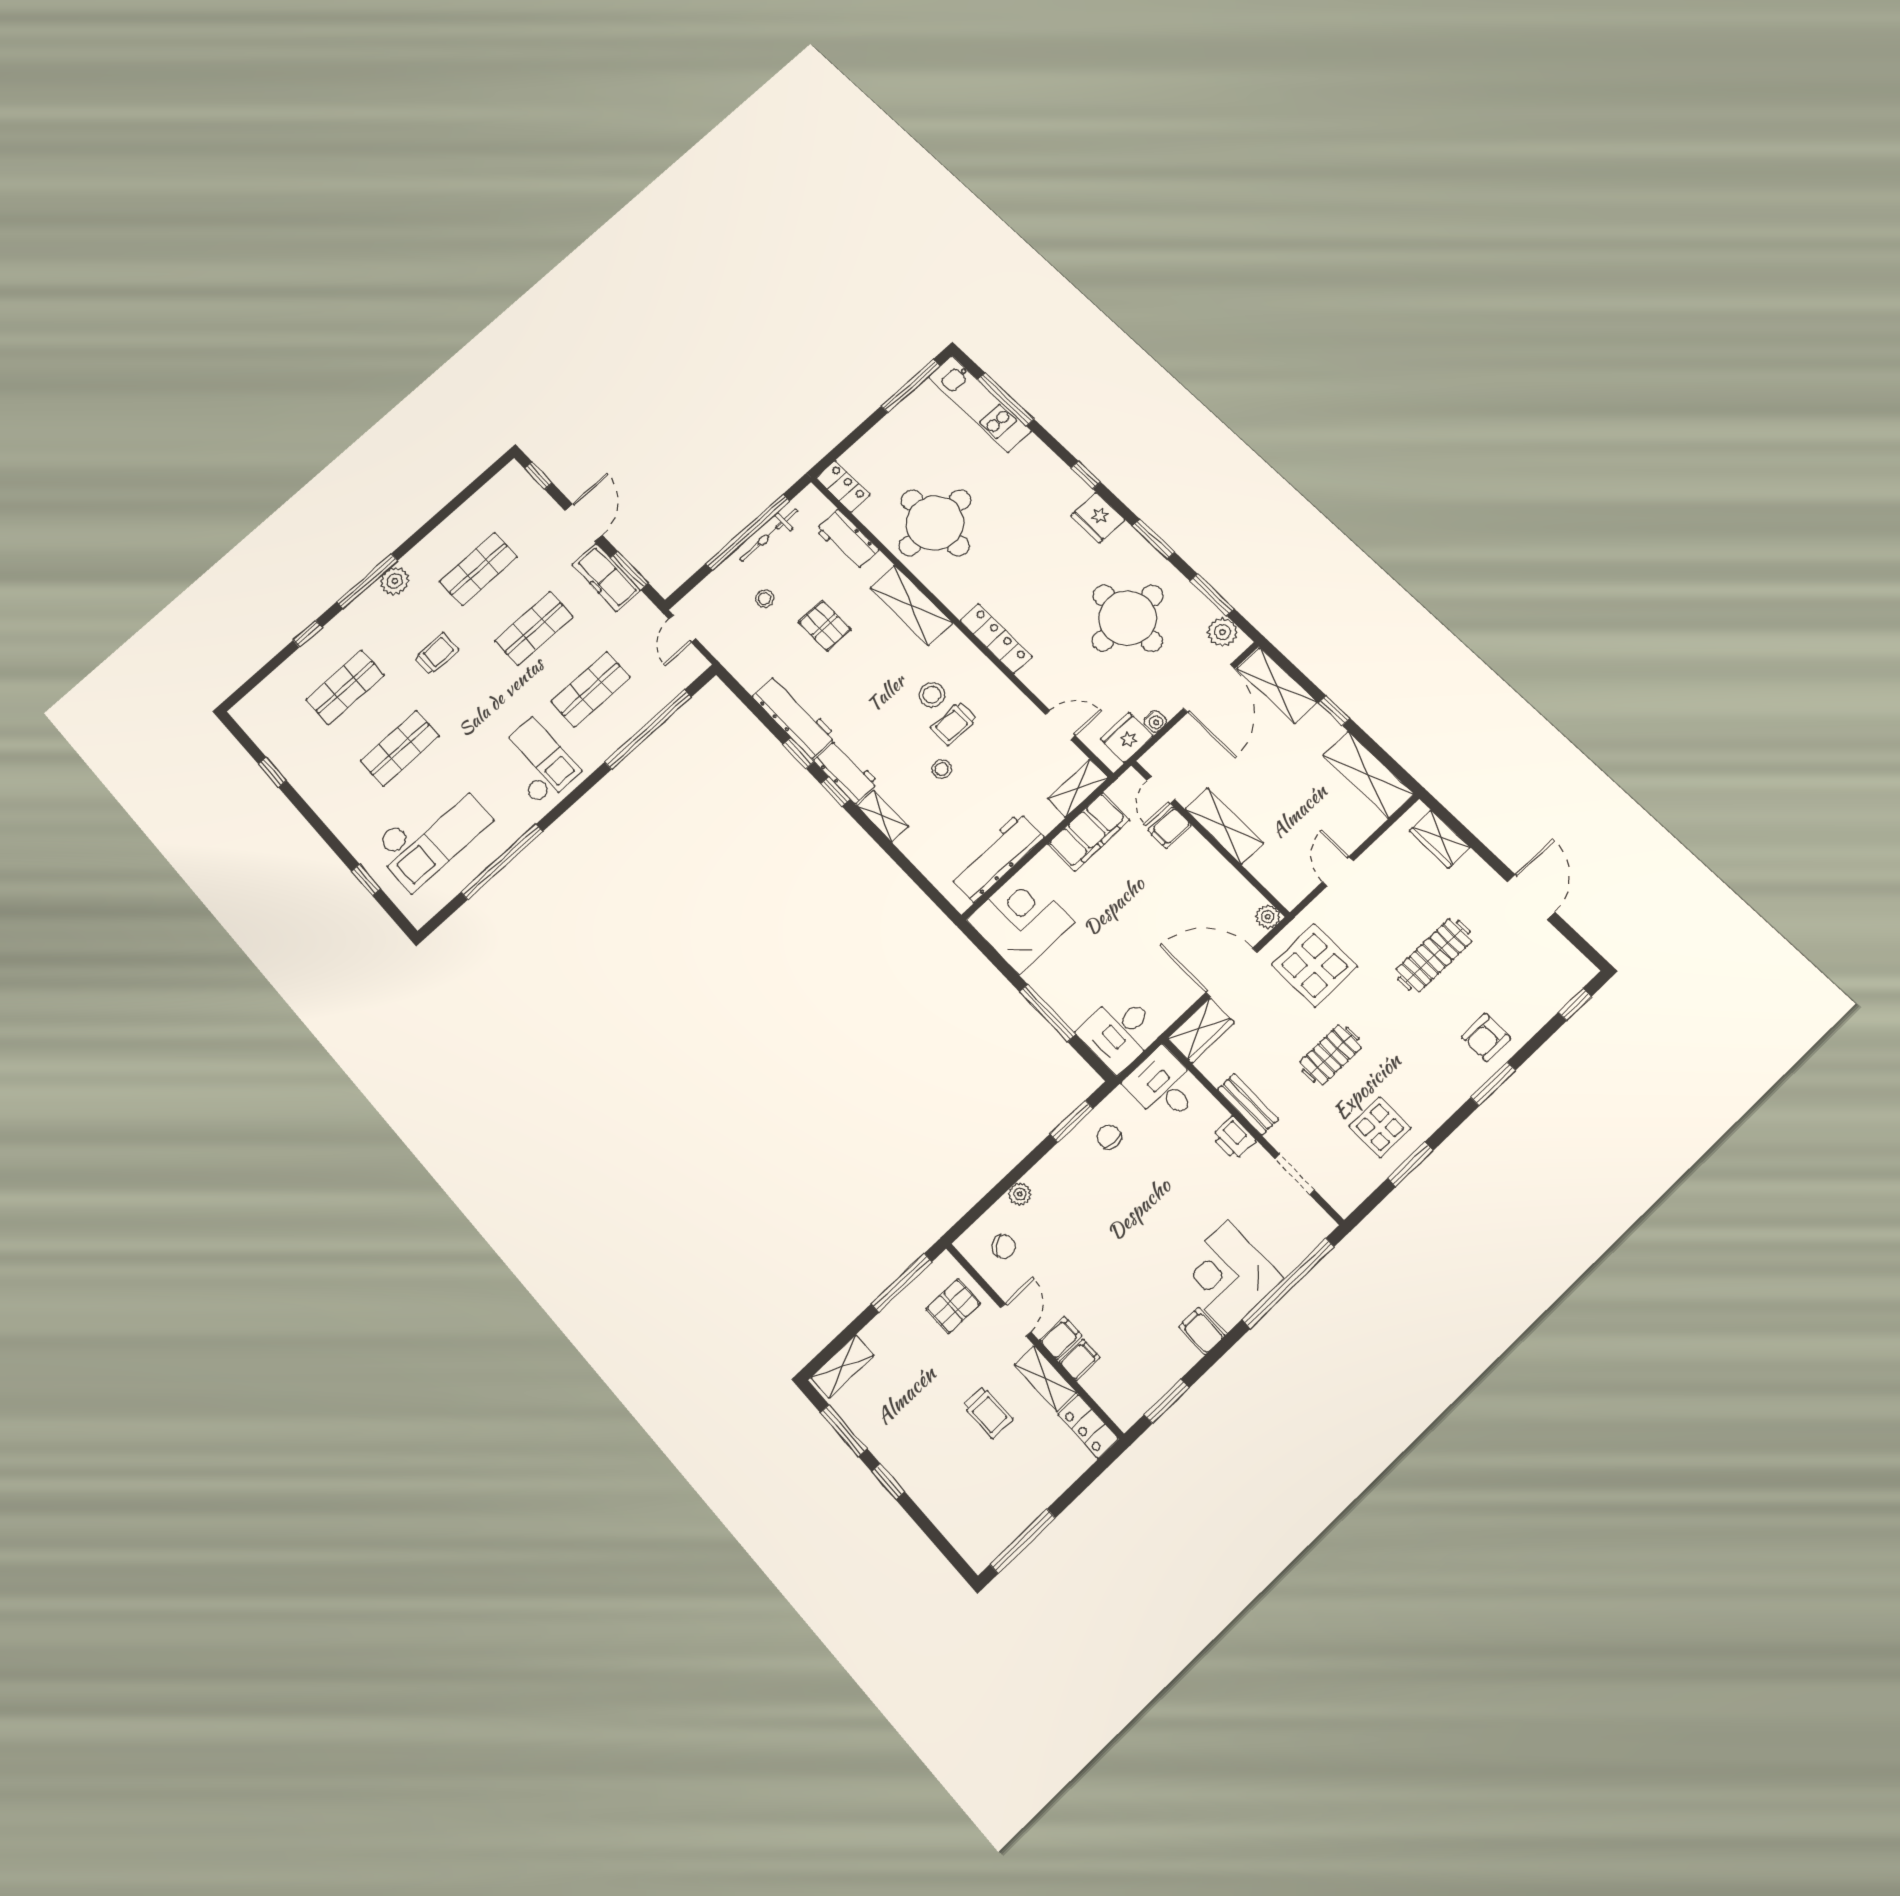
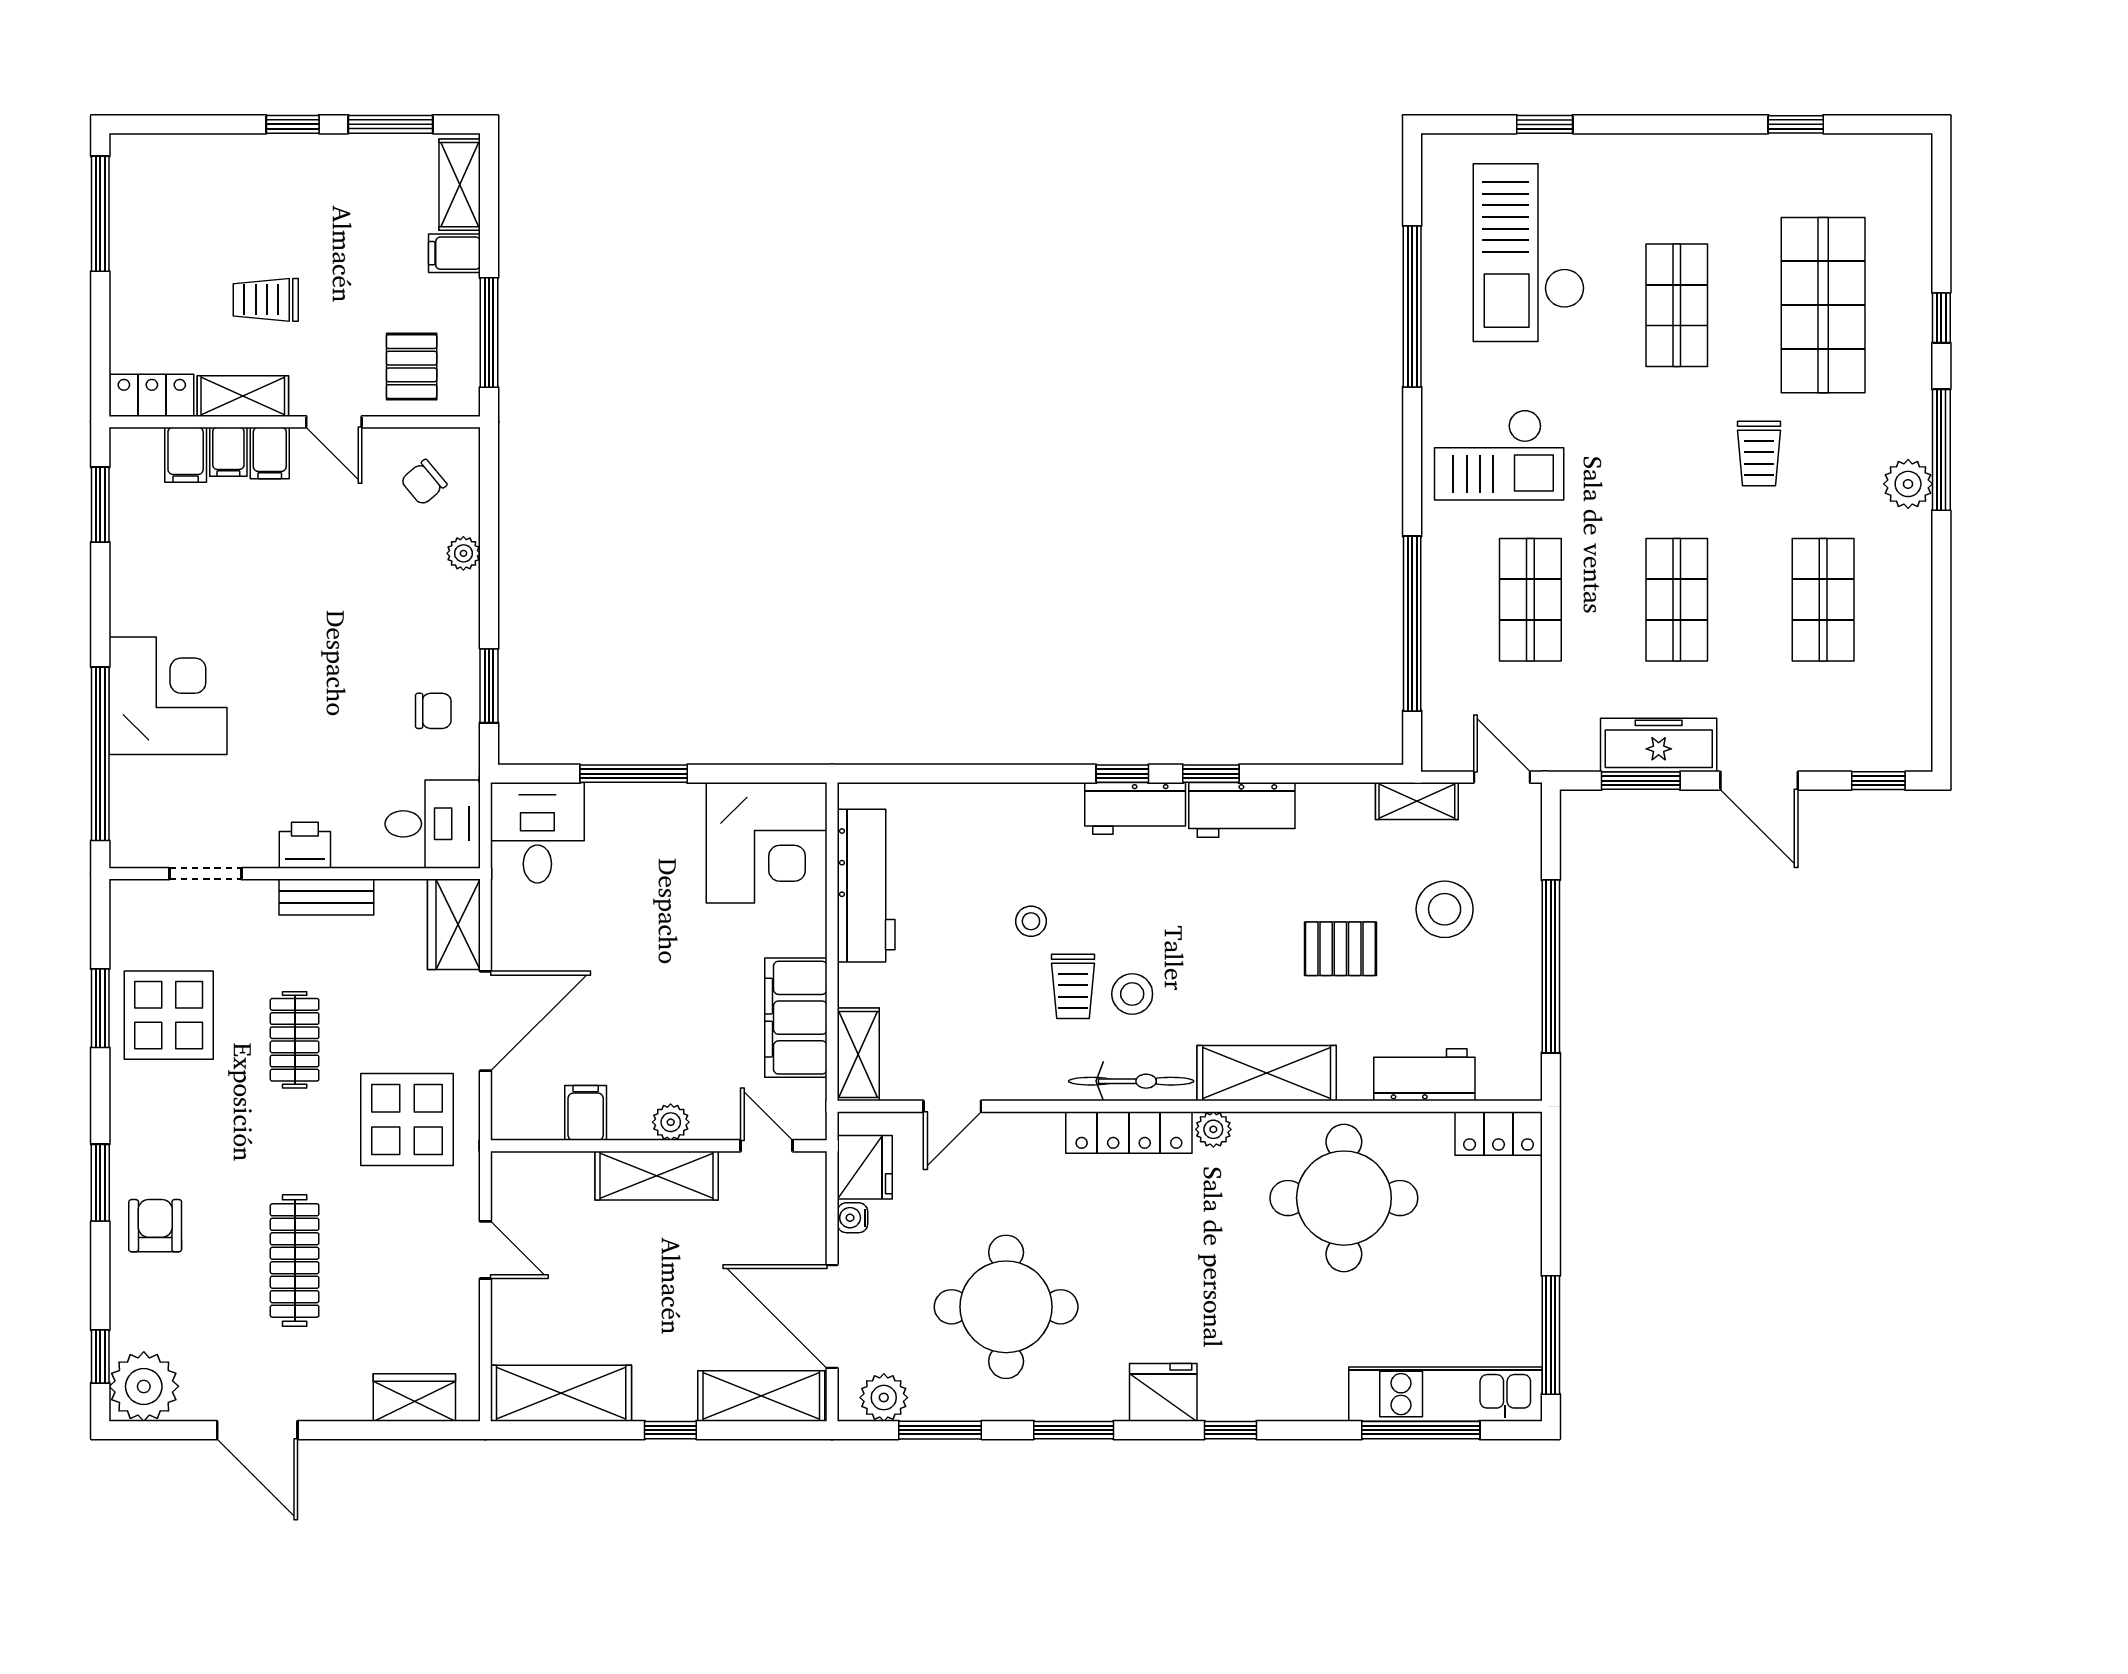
bicycle: (769, 535) -> (1131, 1081), moved, turned 90
stool: (765, 599) -> (1445, 909), width x1.89, depth x1.89
plant: (959, 605) -> (1213, 1129), added
shop shelf: (345, 687) -> (1823, 305), width x1.43, depth x1.36
workbench: (794, 716) -> (1242, 810), width x0.73
trolley: (954, 723) -> (1073, 986), turned 180
shelving: (883, 816) -> (1417, 801), moved
filing cabinet: (1170, 828) -> (586, 1113), moved
plant: (1268, 917) -> (671, 1122), moved
plant: (1567, 970) -> (144, 1386), added
display table: (1380, 1127) -> (169, 1015), width x1.36, depth x1.36
filing cabinet: (1202, 1331) -> (186, 455), moved, turned 90
filing cabinet: (878, 1337) -> (454, 253), added

